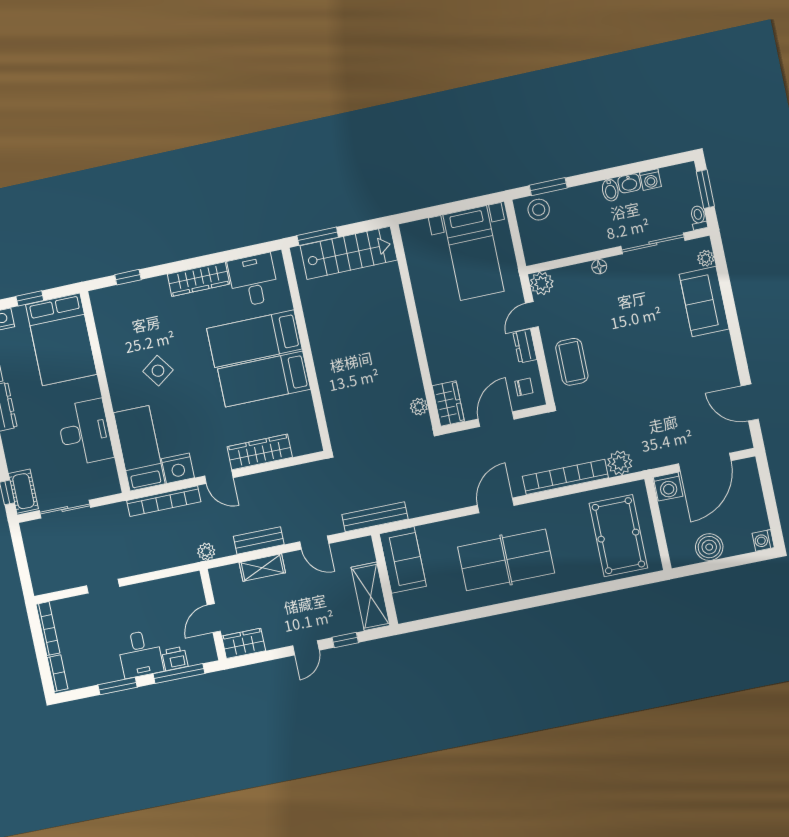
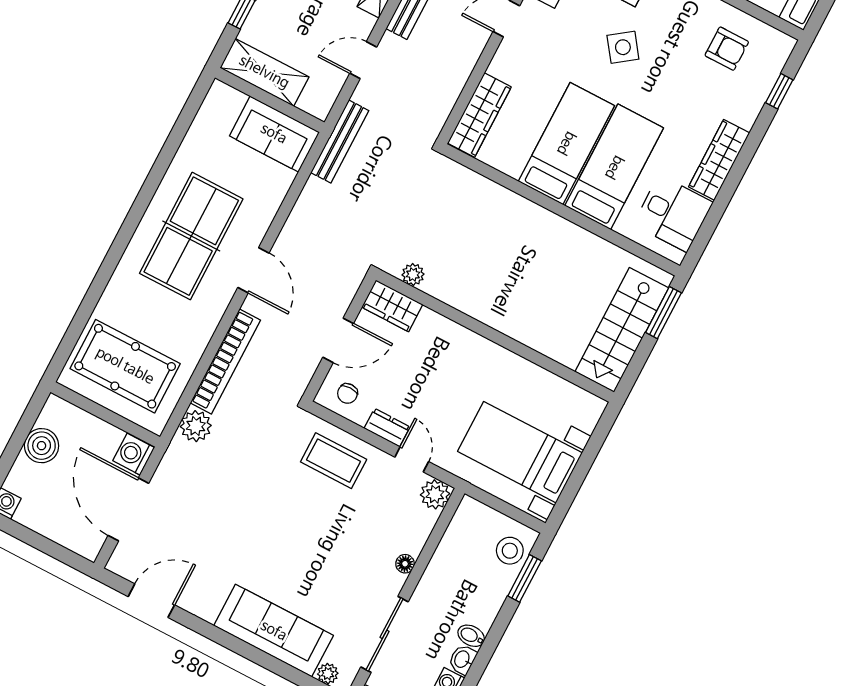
sofa: (704, 302) -> (274, 631), width x1.36
armchair: (128, 330) -> (727, 49), added
side table: (158, 371) -> (623, 47), moved
door: (496, 419) -> (338, 340), hinge flipped
wardrobe: (260, 452) -> (479, 115), moved

